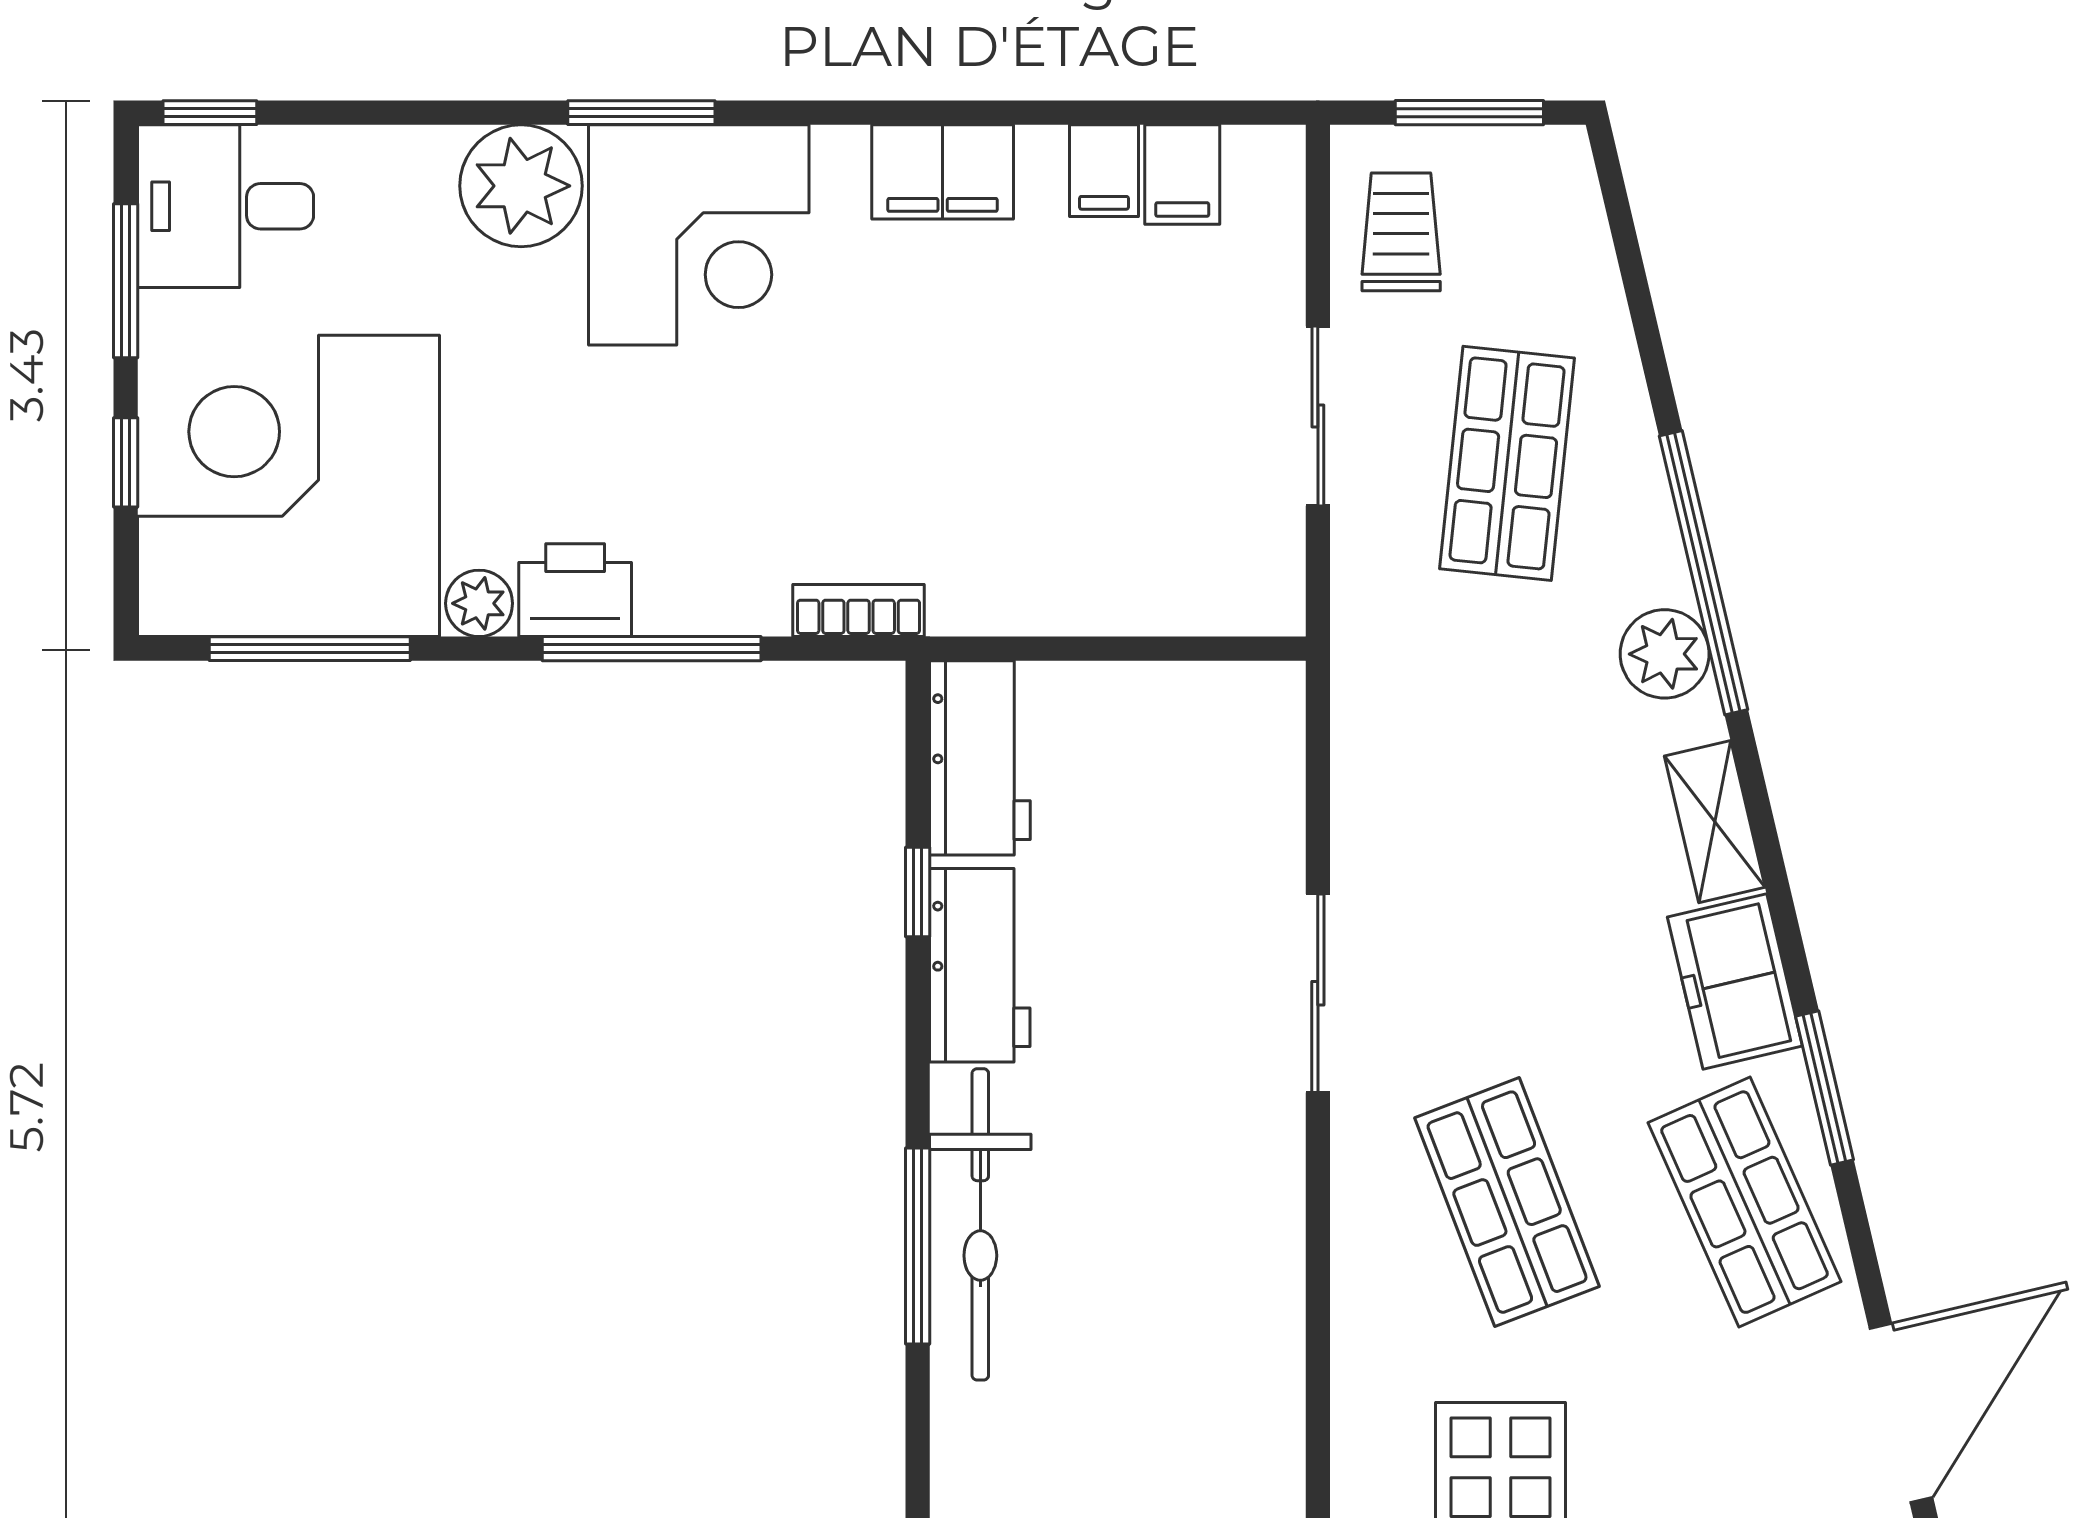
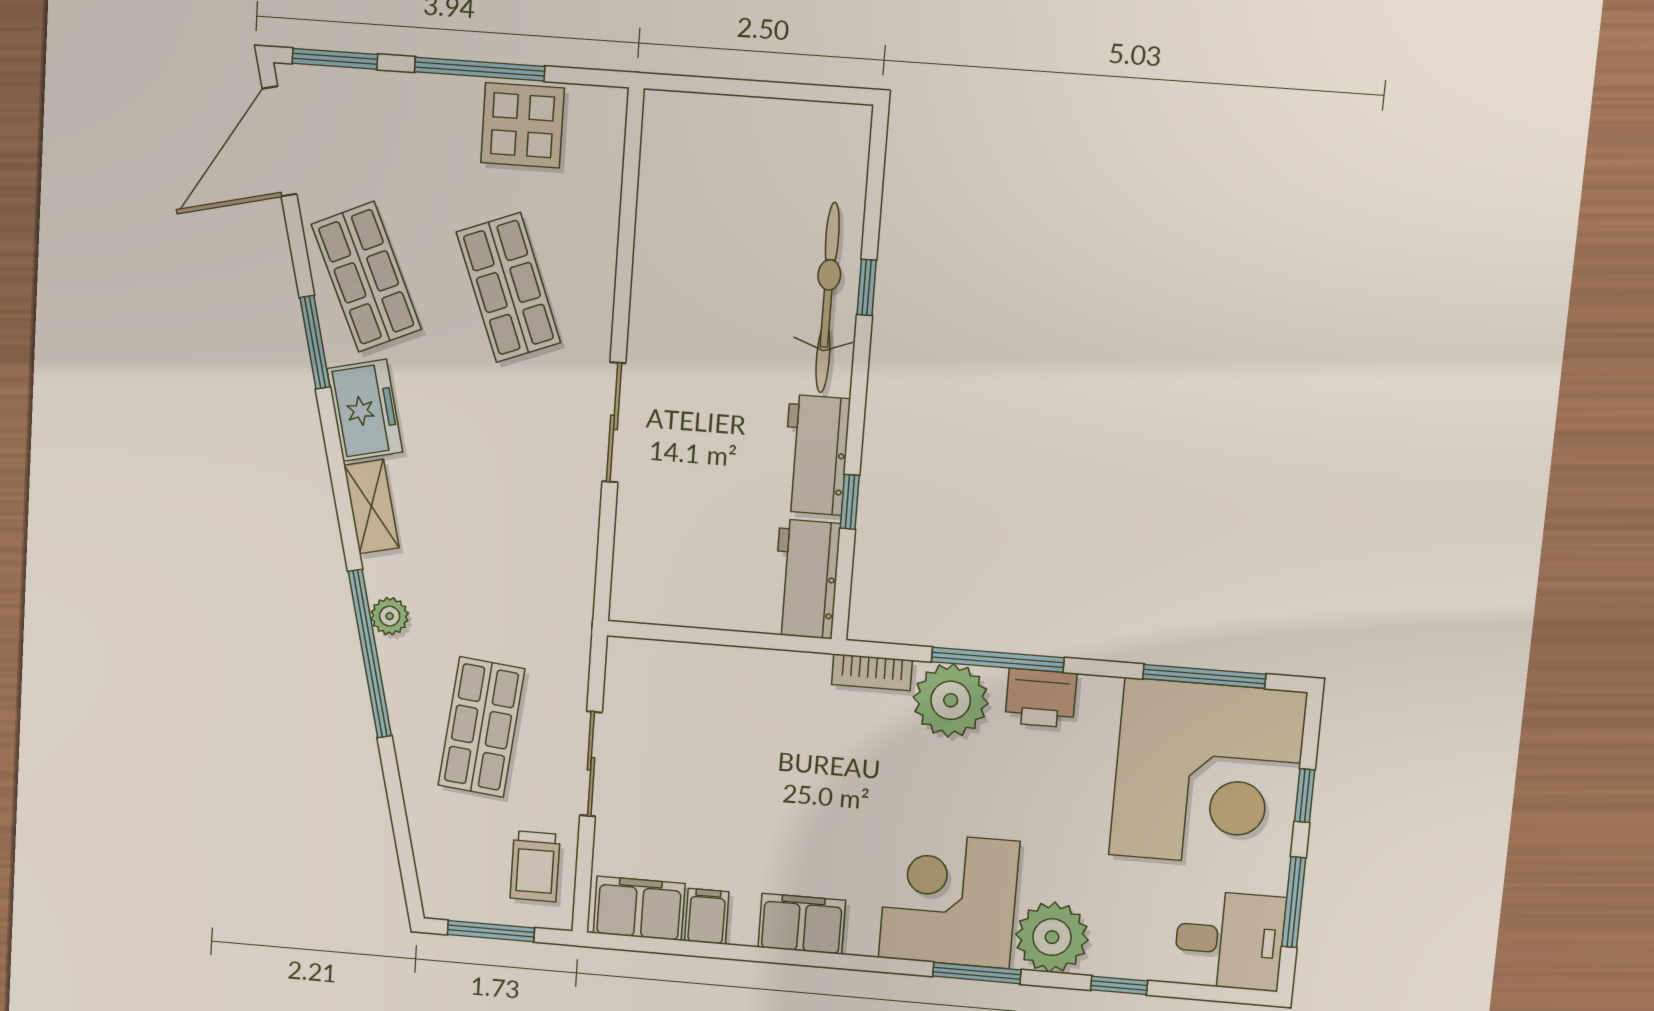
window: (210, 113) -> (1119, 985), moved
filing cabinet: (1182, 175) -> (639, 908), width x2.00
plant: (479, 603) -> (951, 700), moved, width x1.88, depth x1.88
plant: (1665, 654) -> (390, 616), width x0.73, depth x0.73
window: (918, 1246) -> (867, 287), width x0.46

